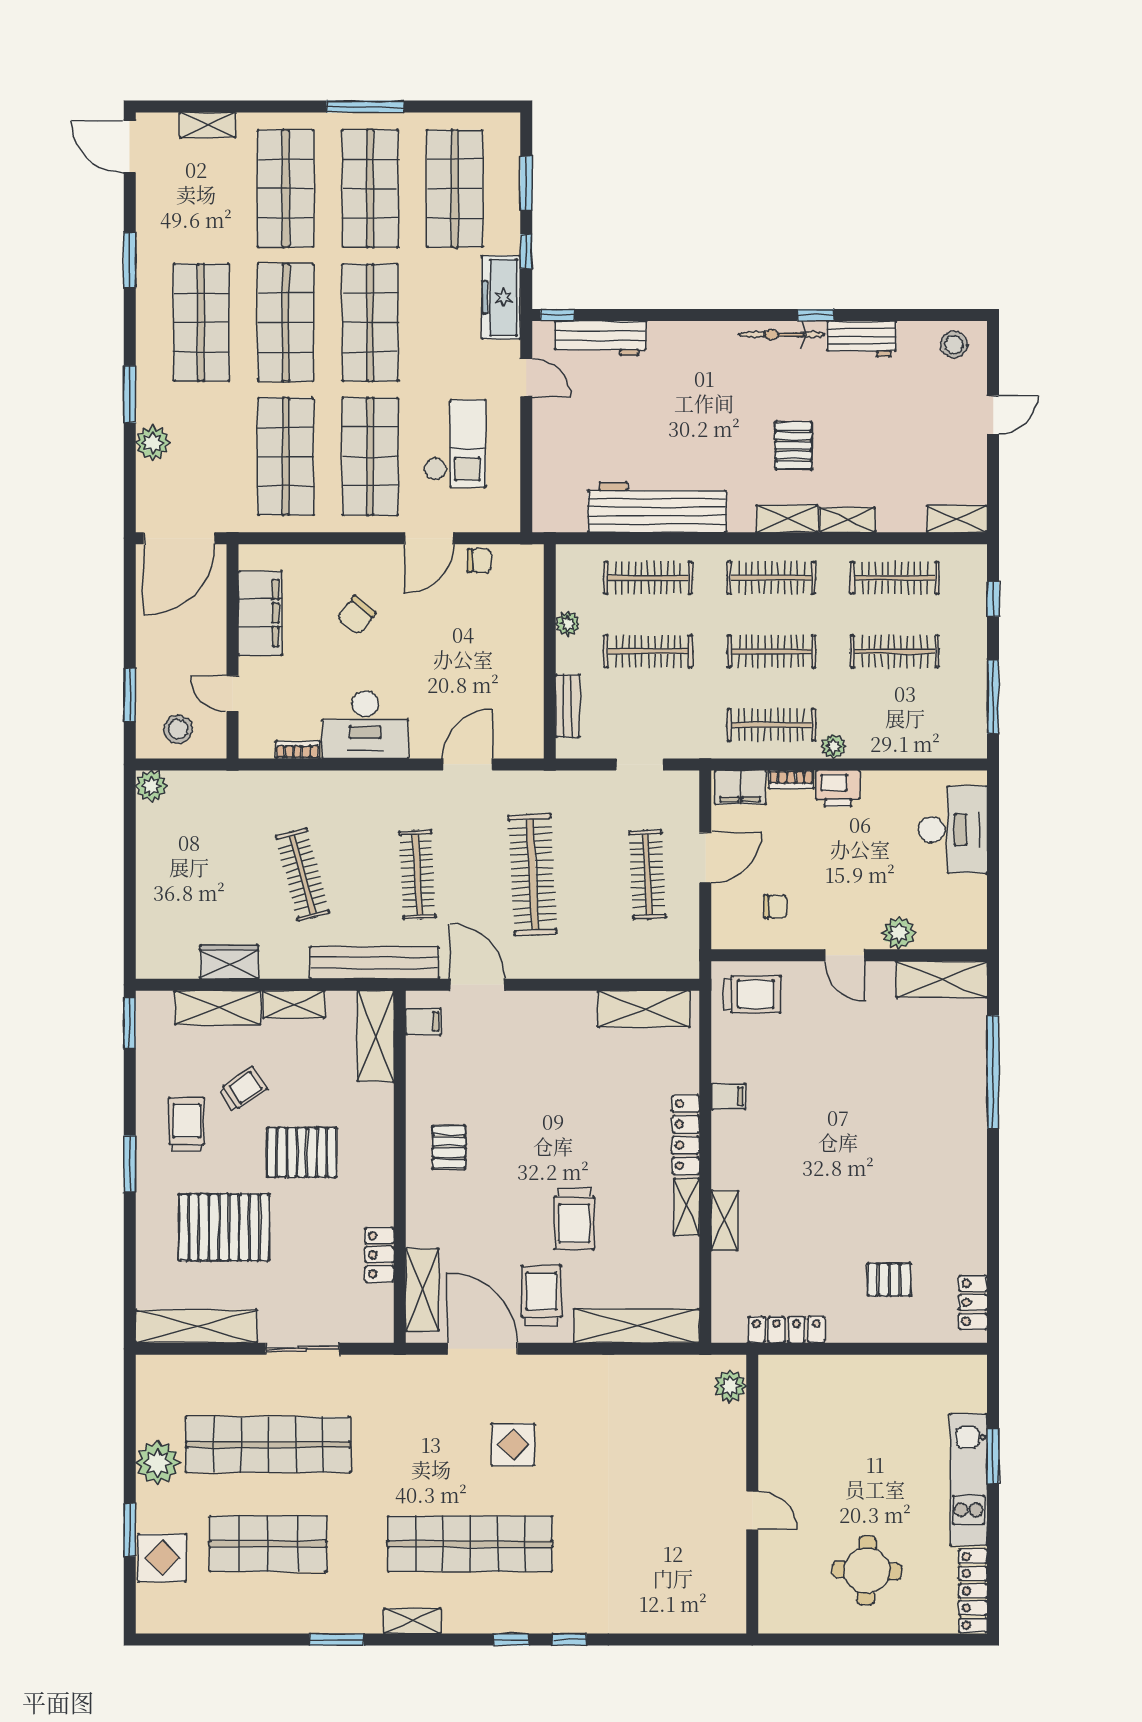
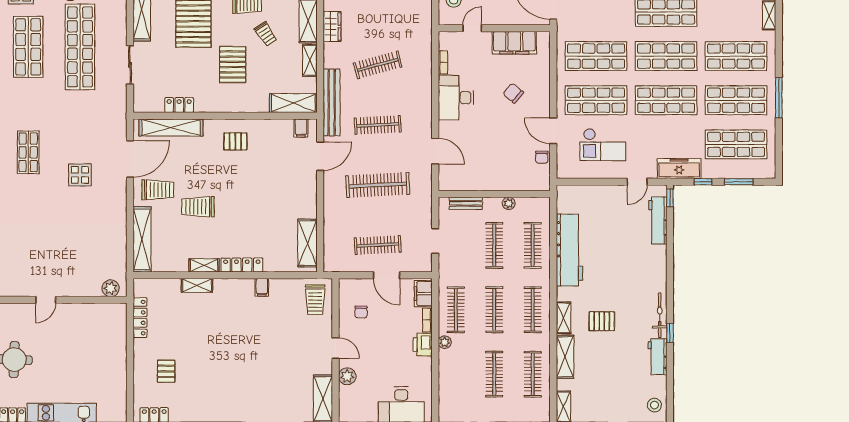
shelving: (848, 520) -> (565, 357), width x1.50, depth x1.33
door: (845, 955) -> (336, 348), swing flipped
shelving: (422, 1290) -> (171, 127), width x1.47
shop shelf: (470, 1544) -> (28, 152), width x0.50, depth x0.74

